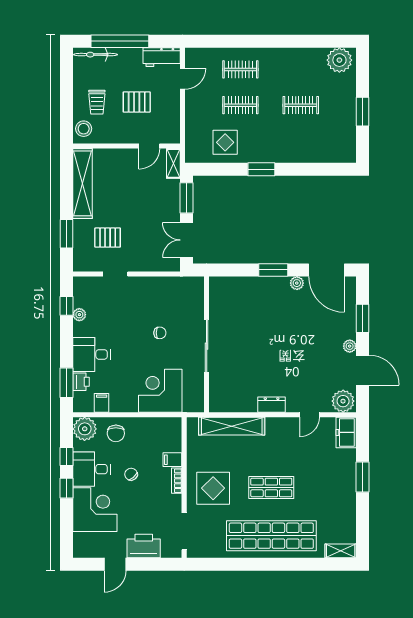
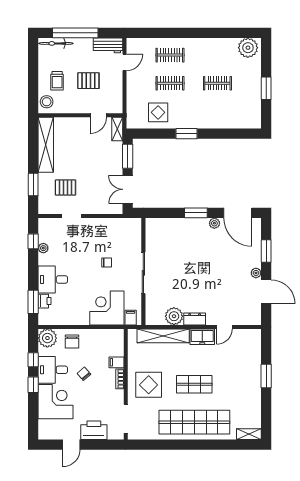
plant: (343, 401) -> (174, 316), moved
filing cabinet: (102, 403) -> (131, 318), moved
freezer: (346, 432) -> (202, 337), moved, turned -90

